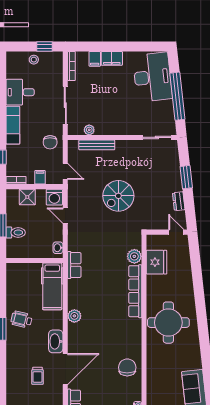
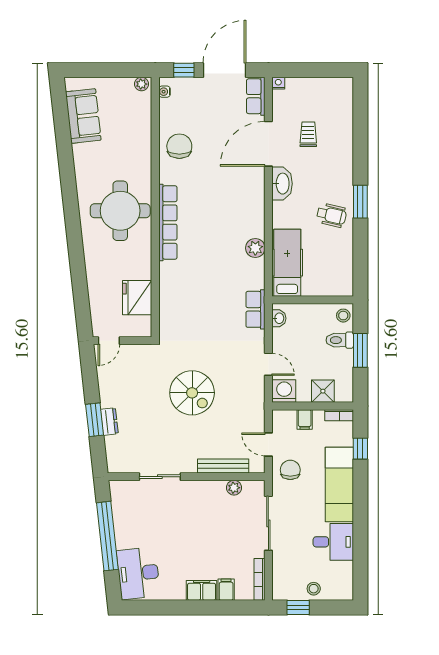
desk: (152, 77) -> (138, 573), width x0.73, depth x0.77
exam couch: (13, 125) -> (339, 485), width x1.36, depth x1.45
sliding door: (157, 137) -> (160, 477), moved
door: (65, 171) -> (268, 444), moved
spiral stairs: (118, 196) -> (192, 393), turned 90
dresser: (179, 201) -> (109, 422), moved
door: (176, 232) -> (109, 341), hinge flipped
stool: (13, 250) -> (343, 316), added
plant: (134, 256) -> (169, 306), removed
row of seats: (74, 265) -> (255, 309), moved
row of seats: (135, 291) -> (168, 222), moved
plant: (74, 316) -> (255, 248), moved
chair: (127, 367) -> (179, 146), turned 180

